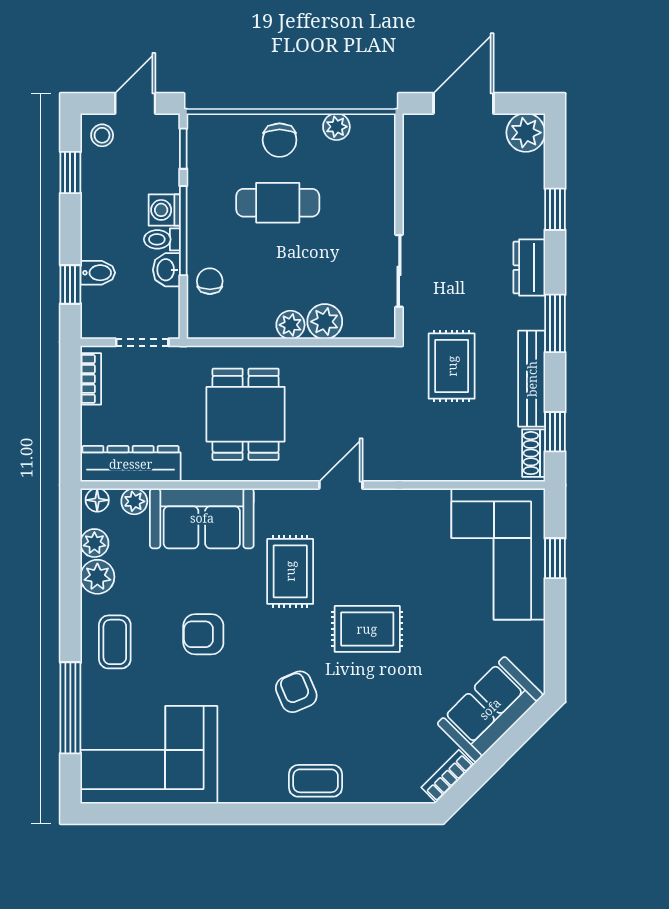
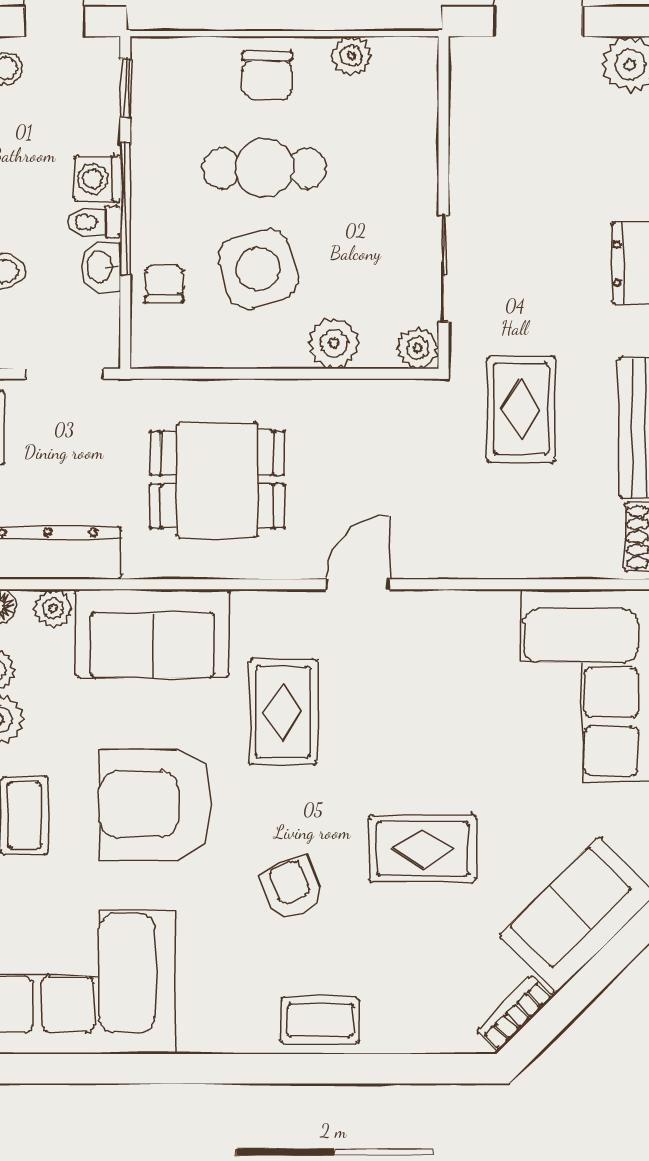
side table: (273, 271) -> (258, 269), added
plant: (290, 325) -> (418, 348), moved
dining table: (246, 414) -> (217, 480), turned 90
rug: (367, 629) -> (422, 848), moved
armchair: (203, 634) -> (155, 804), width x1.88, depth x1.88

